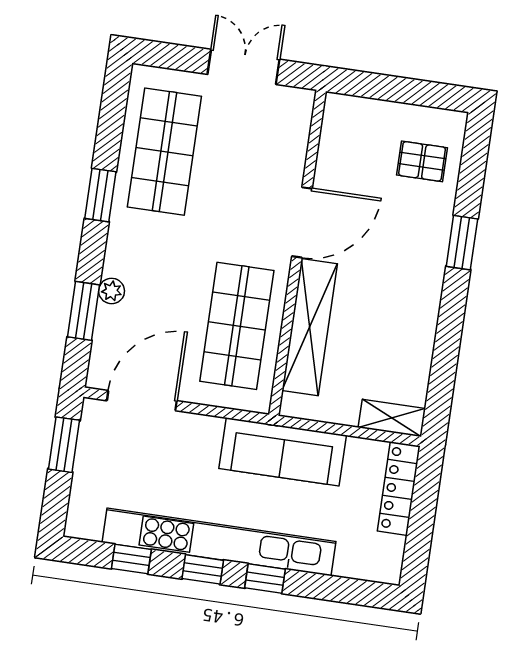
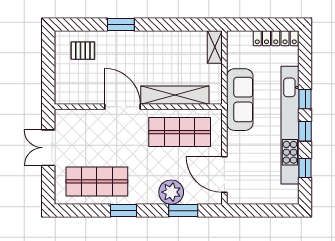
pallet: (422, 161) -> (83, 51), turned 90
plant: (112, 291) -> (171, 192), width x1.87, depth x1.87
window: (64, 445) -> (252, 211), removed
locker: (399, 489) -> (276, 38), moved

